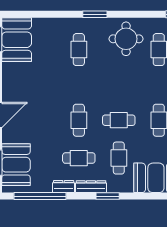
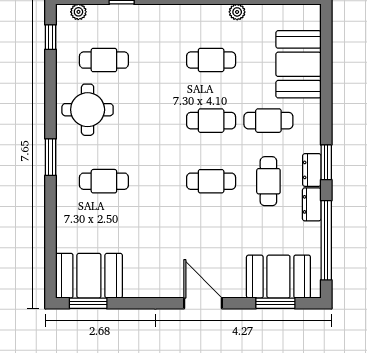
cafe table: (119, 120) -> (211, 121), turned 90
dresser: (91, 187) -> (312, 170), width x0.70
window: (108, 196) -> (326, 162), moved

